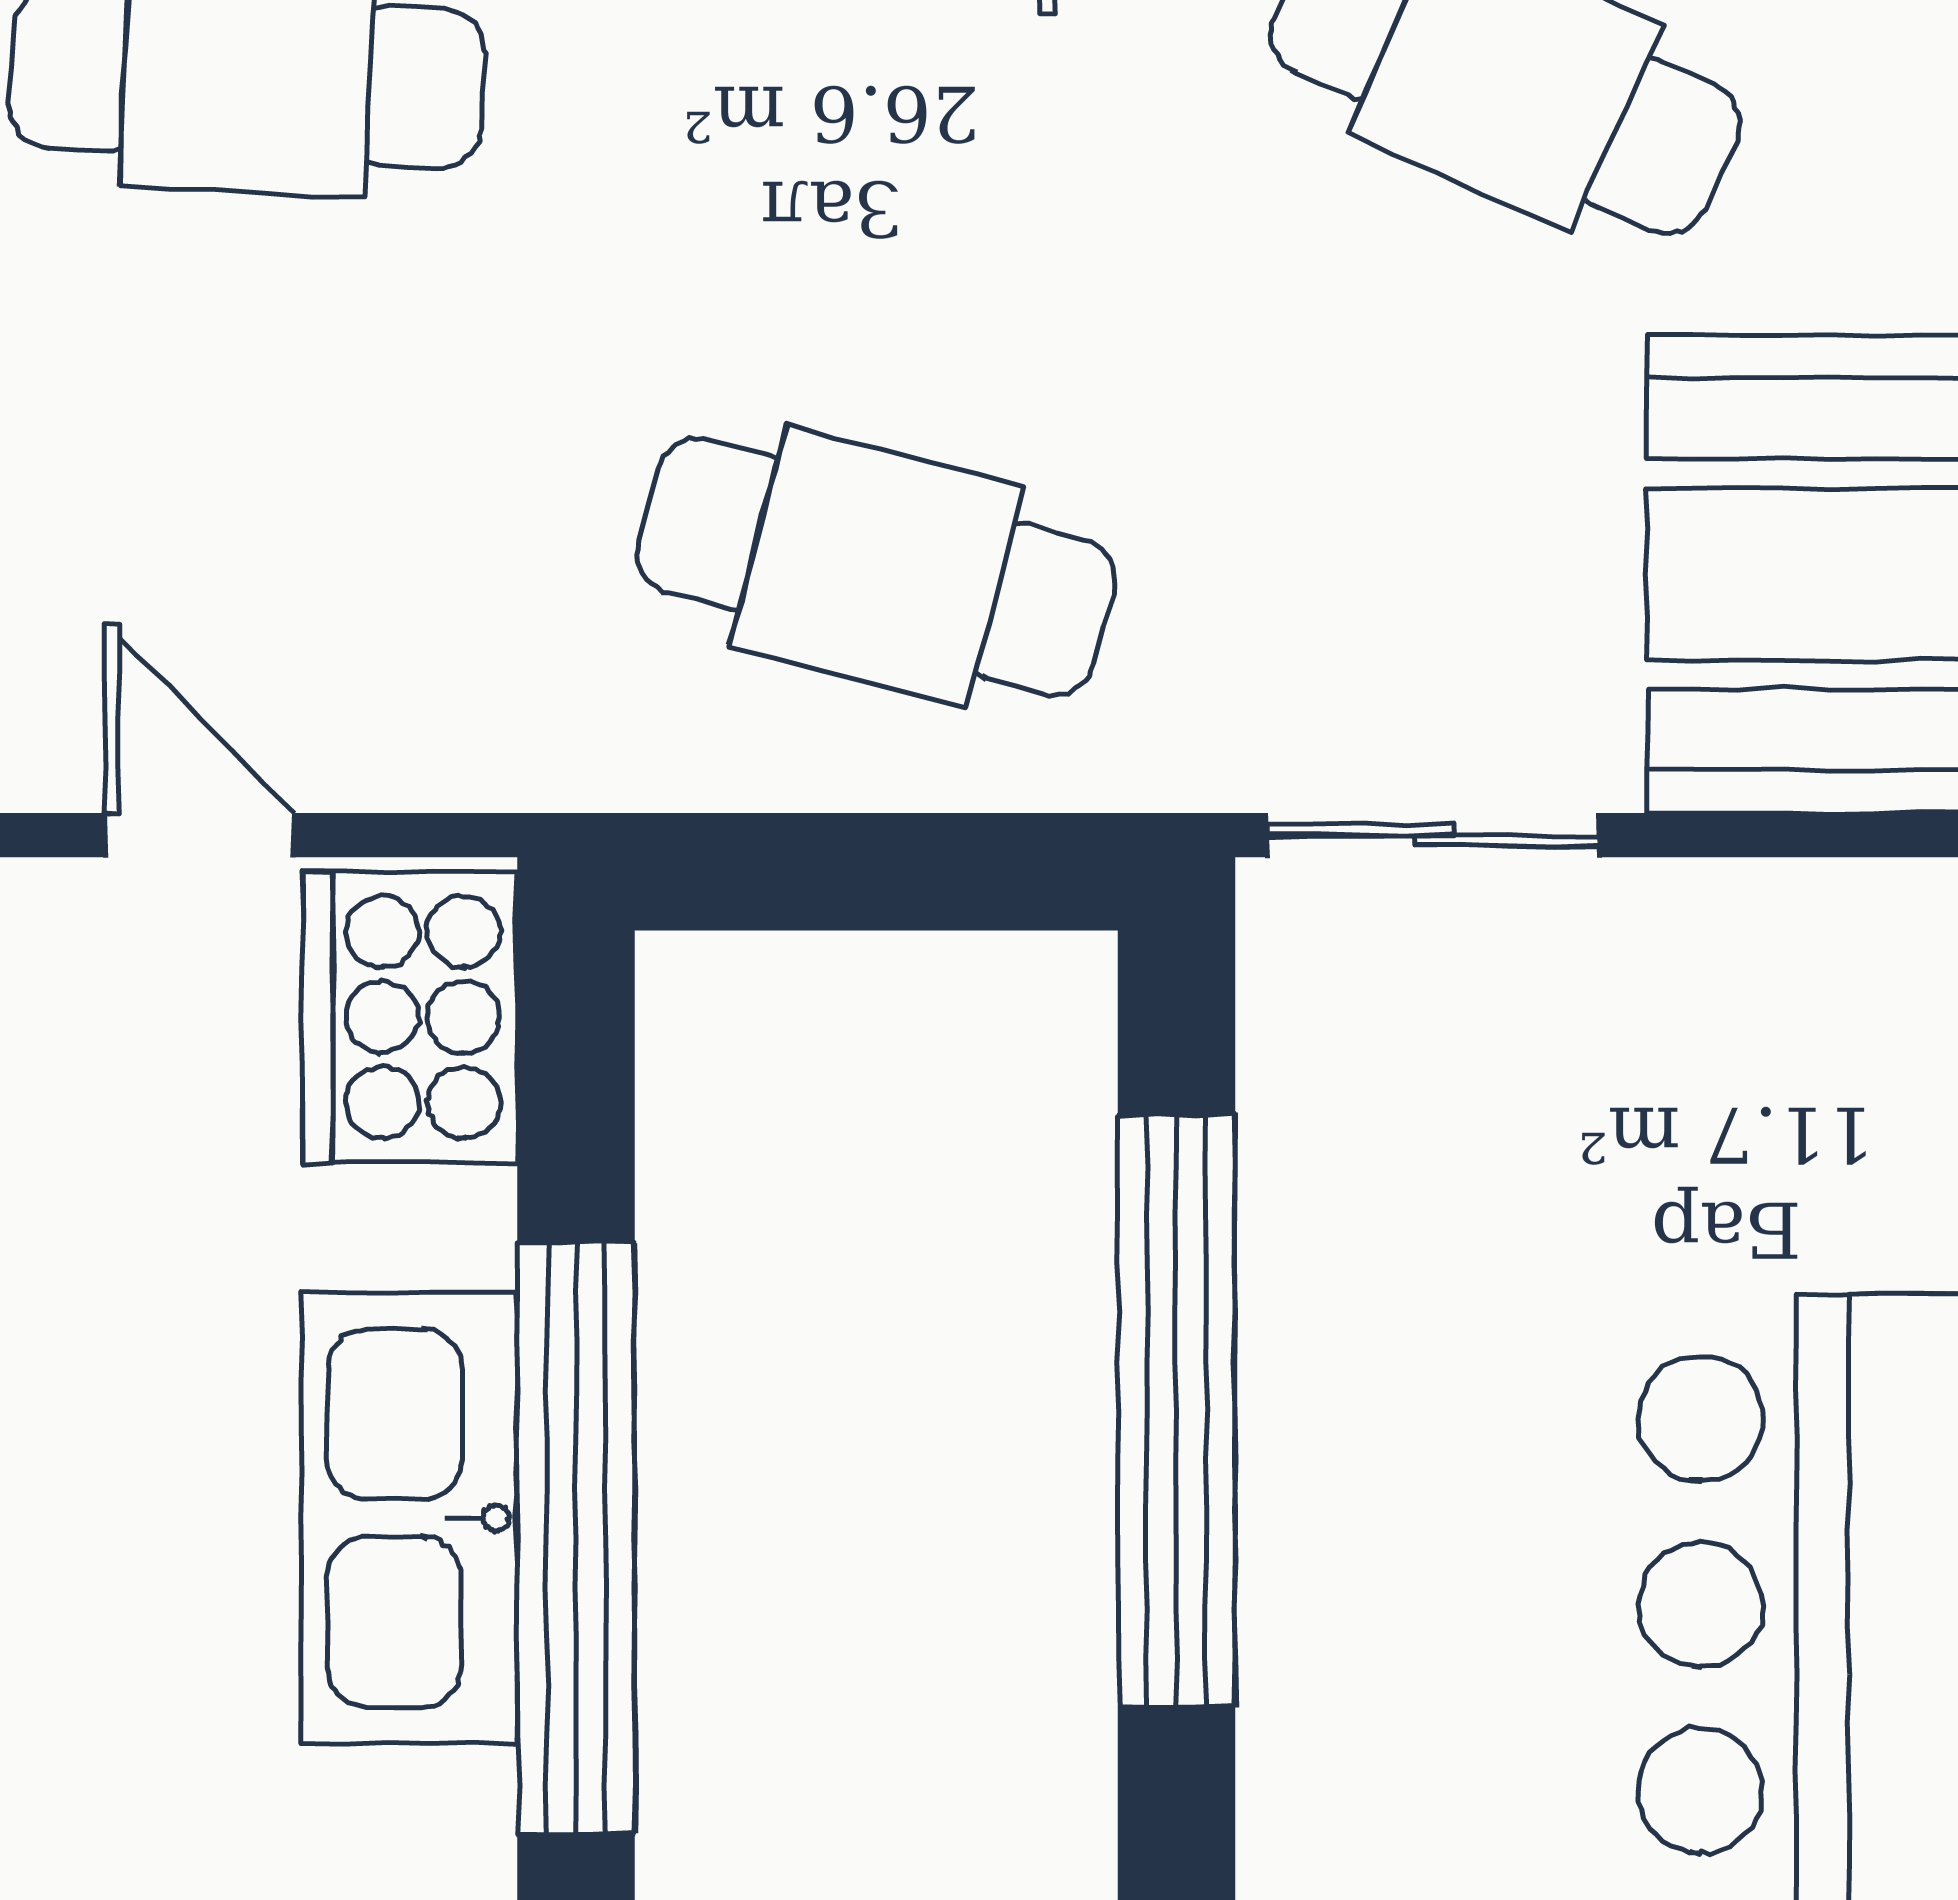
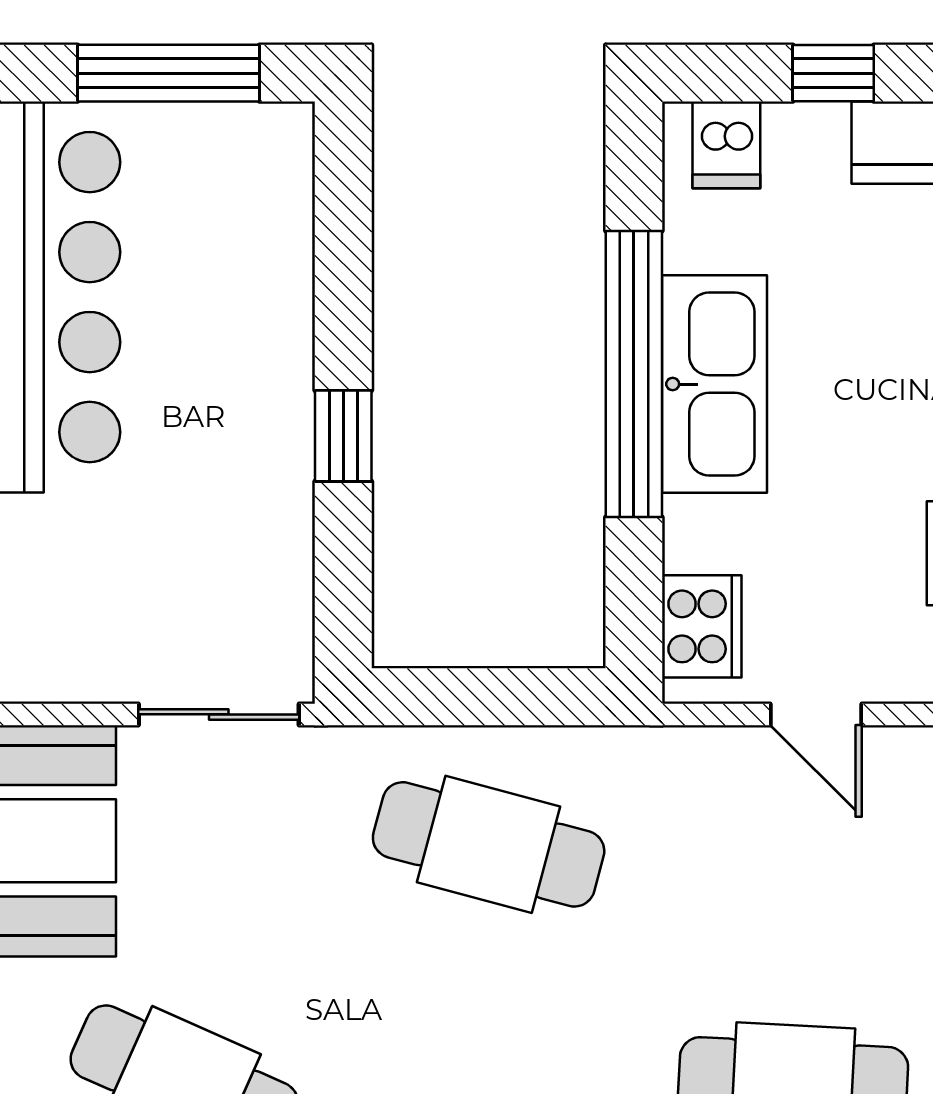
cooker: (410, 1017) -> (702, 626), width x0.73, depth x0.76
window: (1176, 1411) -> (343, 436), width x0.32

